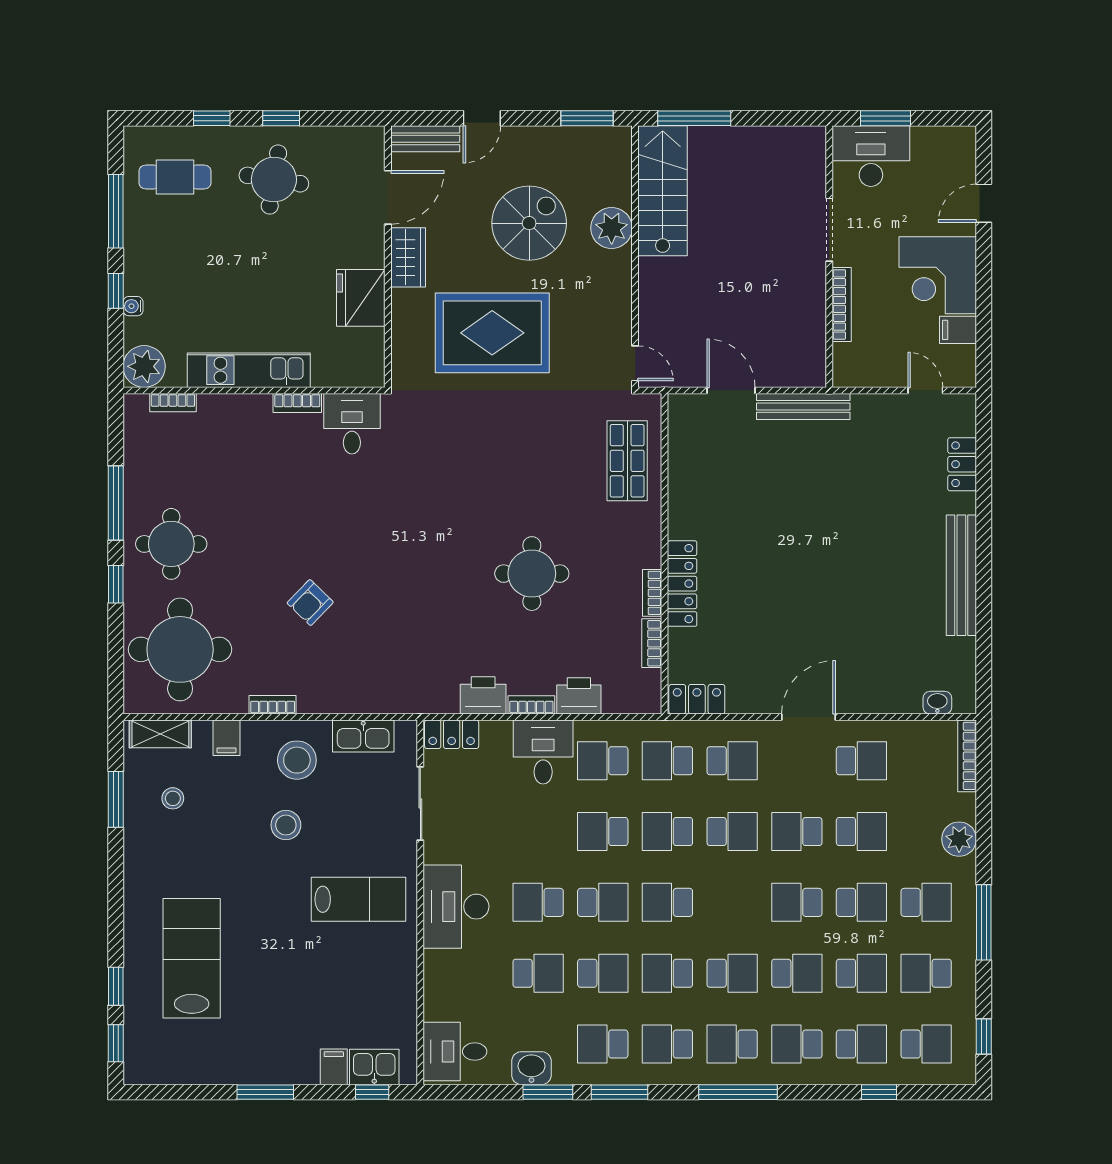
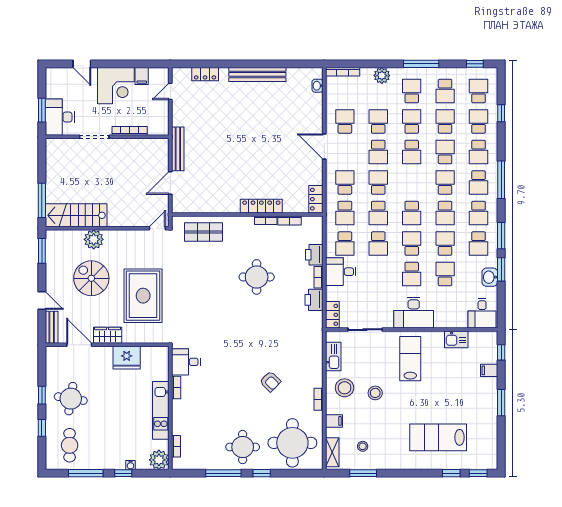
kitchen sink: (374, 1067) -> (456, 339), moved, turned -90

